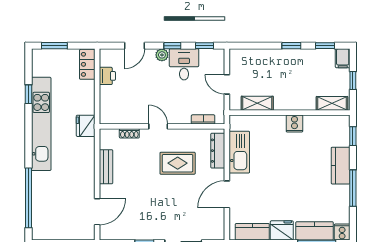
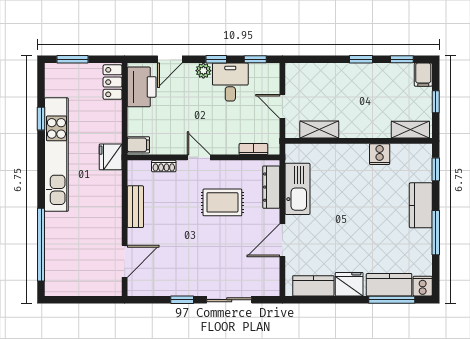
printer: (107, 76) -> (142, 87), width x1.87, depth x1.48
filing cabinet: (108, 116) -> (138, 145), added
cooker: (294, 124) -> (380, 154), moved

